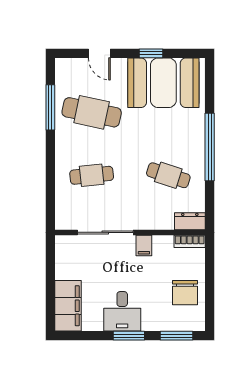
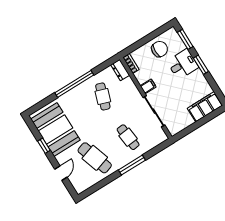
window: (50, 107) -> (132, 165), moved
cafe table: (92, 112) -> (95, 158), turned -30
desk: (122, 311) -> (183, 64), moved

